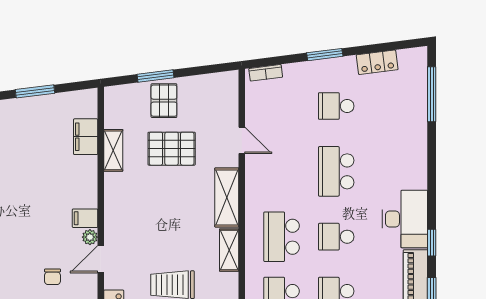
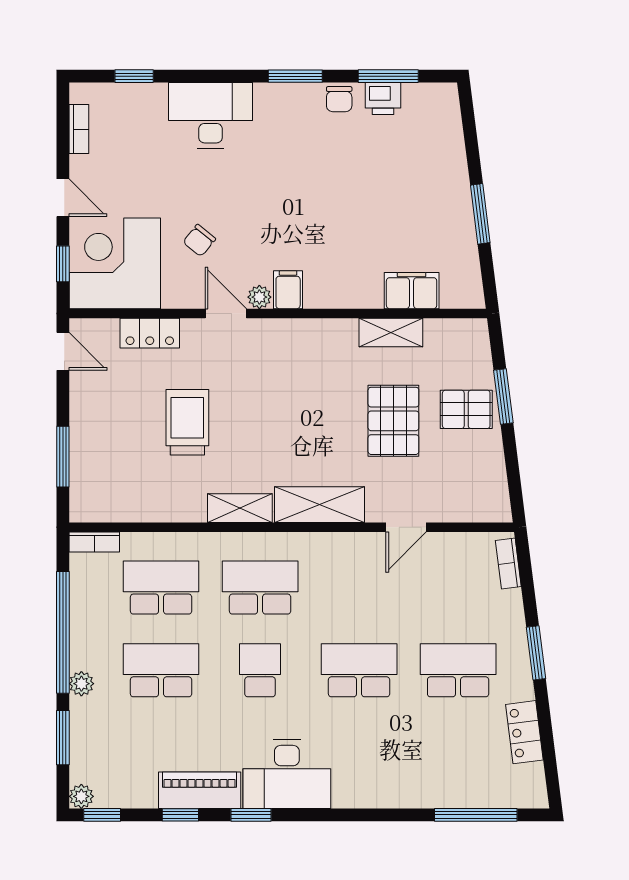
school desk: (336, 106) -> (458, 670), width x1.85
chair: (52, 277) -> (199, 240), turned -51

